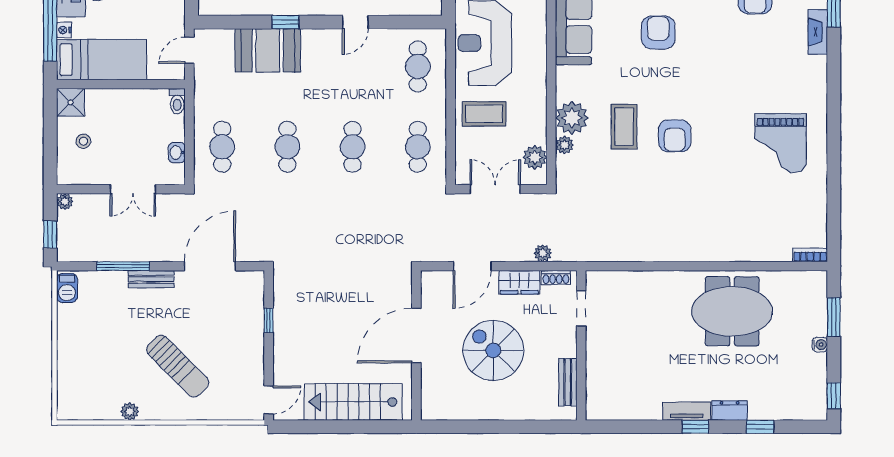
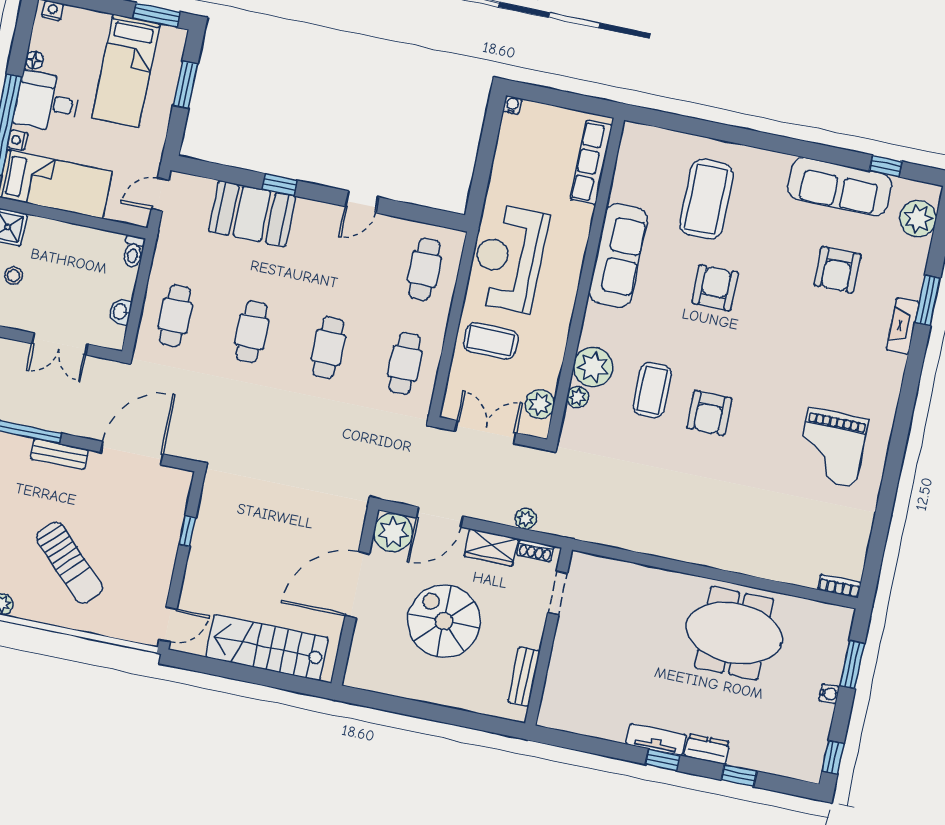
plant: (437, 287) -> (393, 532), added

